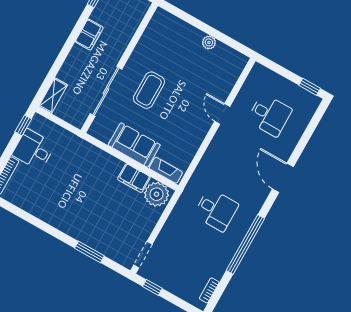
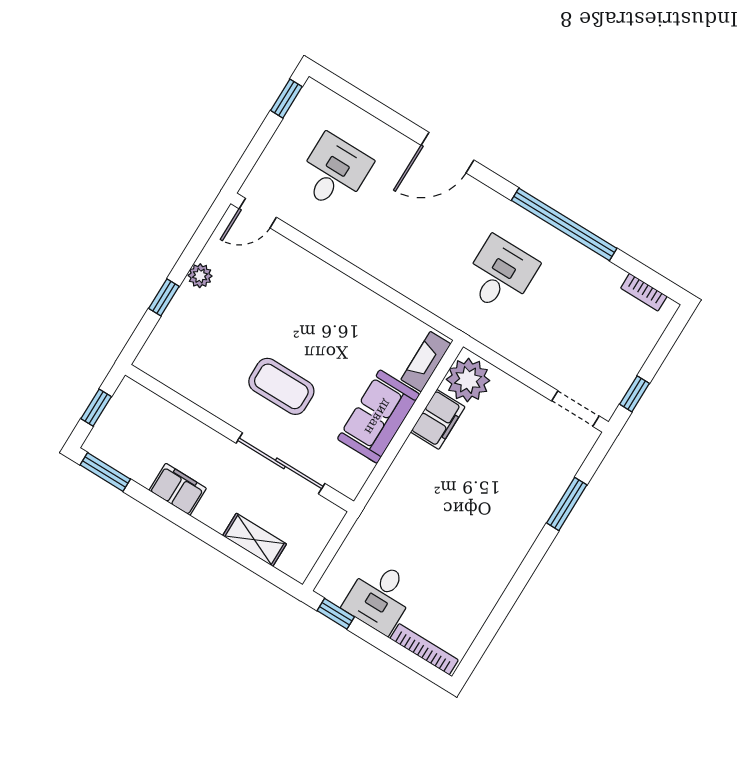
window: (196, 23) -> (164, 297), added
shelving: (53, 96) -> (255, 540), moved
door: (222, 114) -> (258, 213), moved

